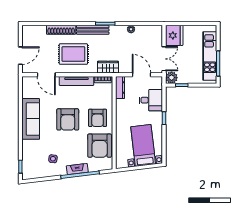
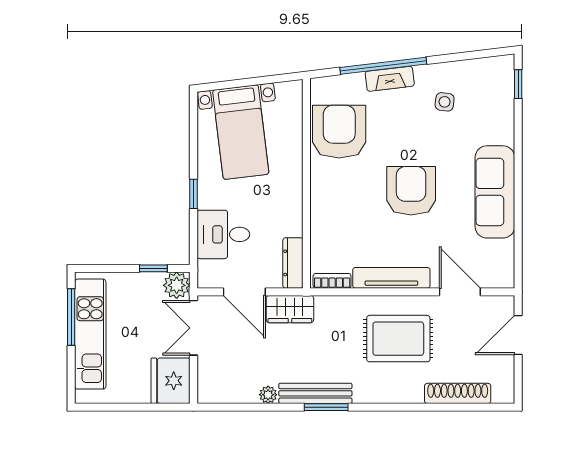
shoe rack: (61, 30) -> (458, 393), moved
bench: (93, 30) -> (315, 393), moved
wardrobe: (108, 67) -> (290, 309), moved
armchair: (98, 118) -> (344, 194), removed

